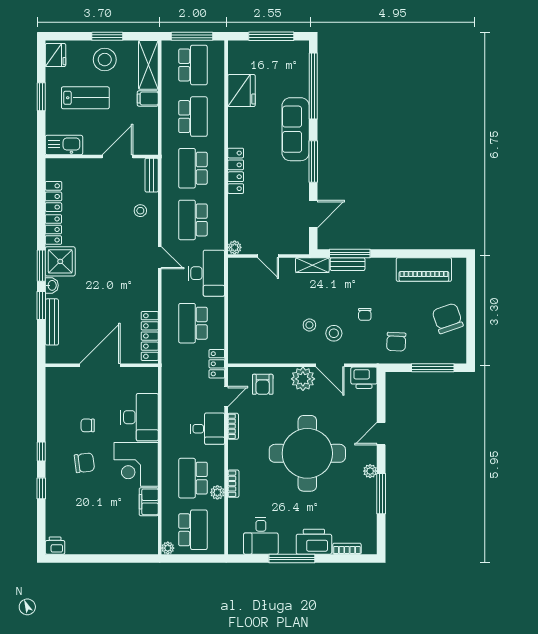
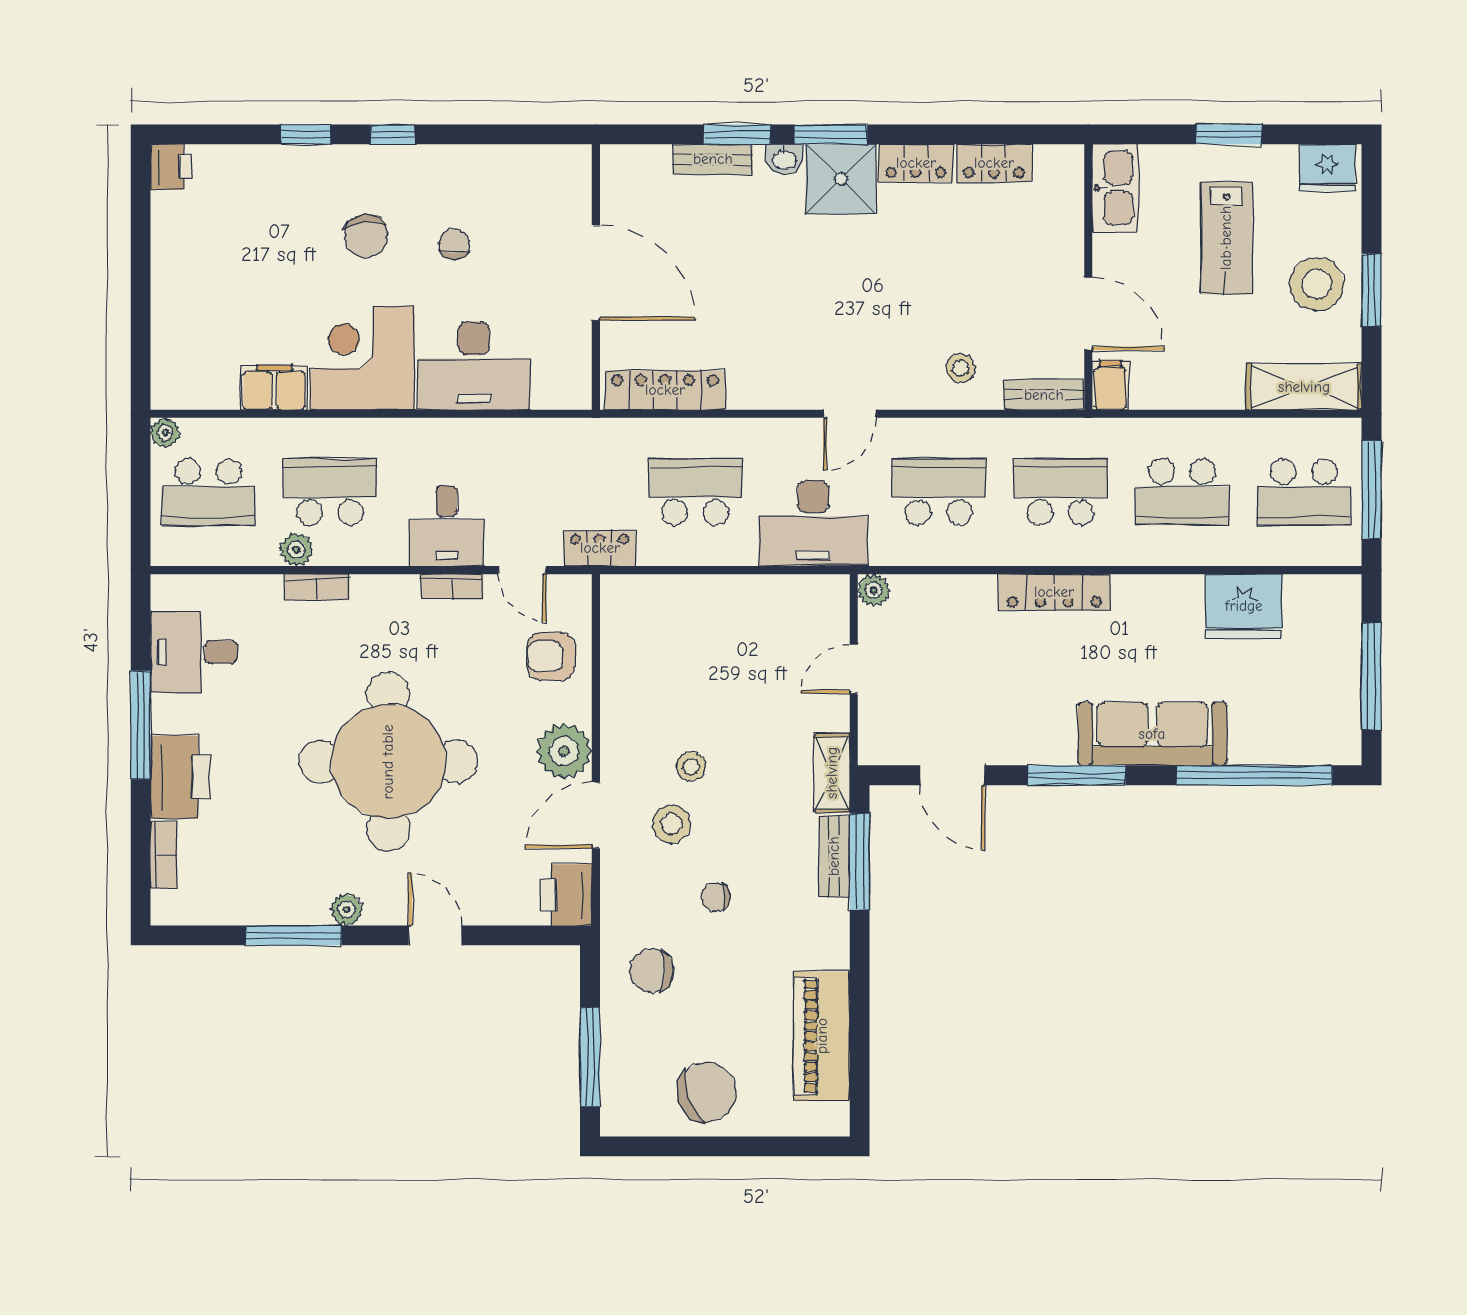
filing cabinet: (148, 99) -> (1111, 385), moved
bench: (52, 322) -> (713, 159), width x0.73

